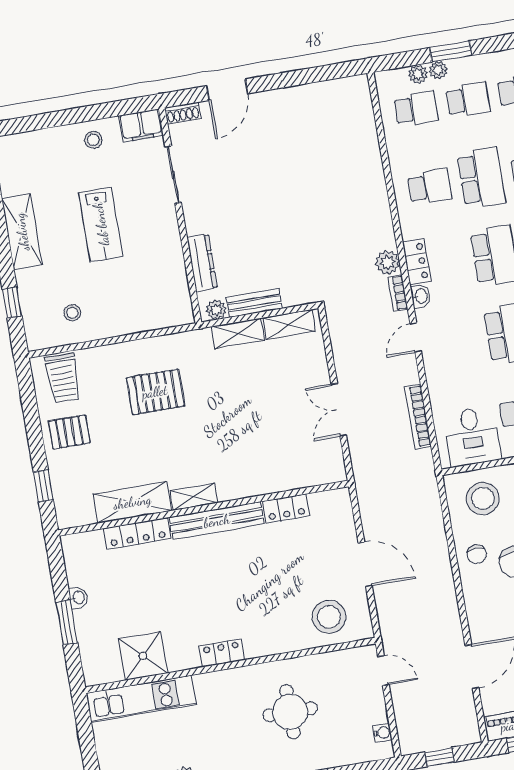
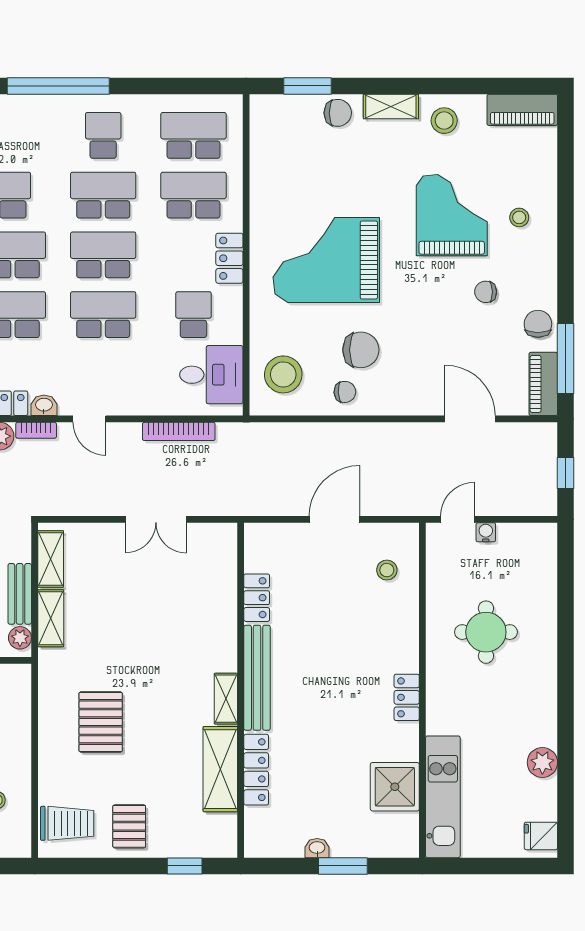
stool: (329, 617) -> (387, 570), width x0.53, depth x0.53
water cooler: (382, 733) -> (486, 532), moved

